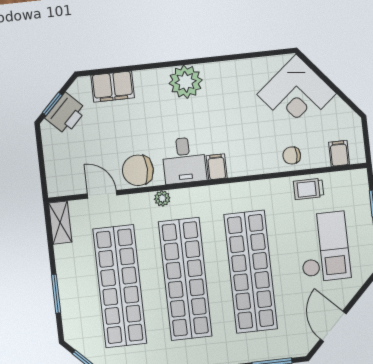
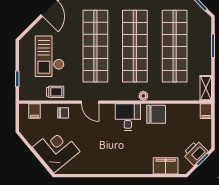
plant: (186, 82) -> (122, 164), removed
filing cabinet: (217, 167) -> (206, 111), moved
door: (102, 194) -> (90, 102), moved

